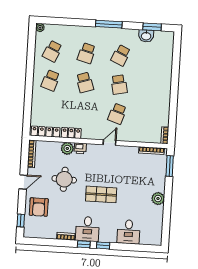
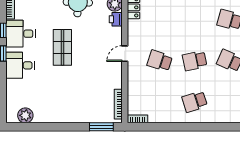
school desk: (85, 82) -> (195, 102), moved
door: (109, 143) -> (125, 54), swing flipped
plant: (158, 199) -> (25, 115), moved
desk: (129, 232) -> (20, 65), moved

